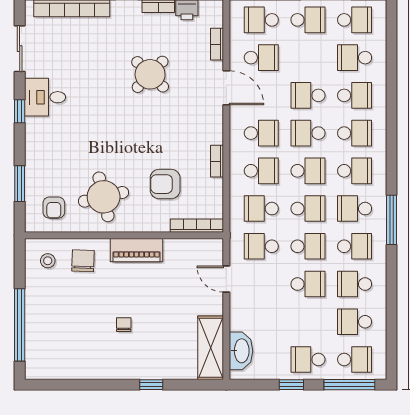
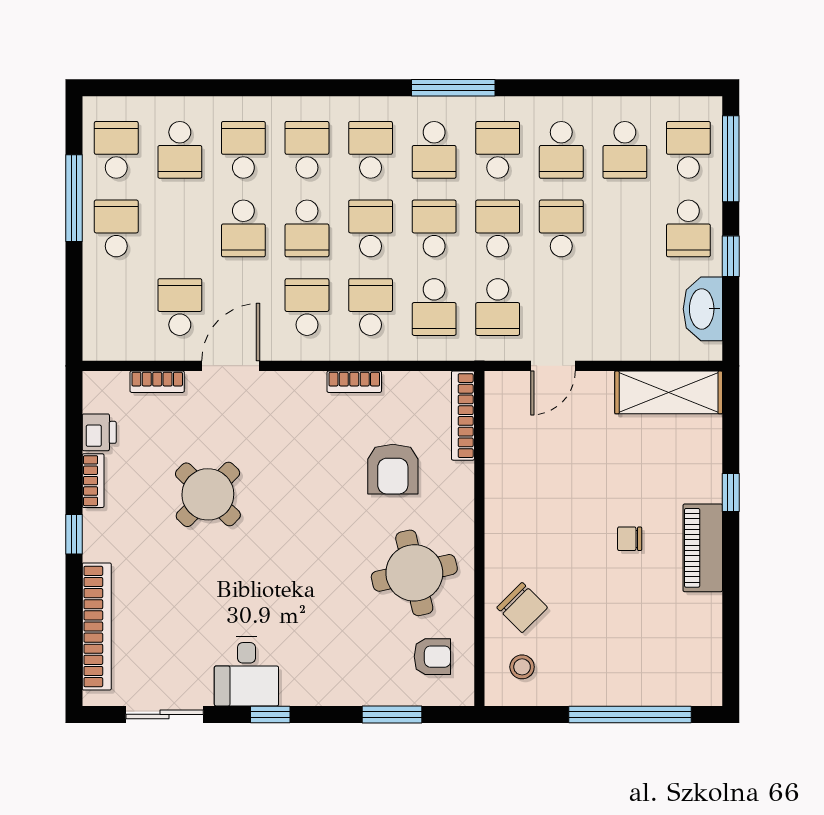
school desk: (261, 20) -> (116, 307), removed
piano: (137, 250) -> (703, 548), moved, turned 180
chair: (83, 261) -> (522, 608), turned -137
washbasin: (241, 351) -> (703, 309), moved, turned -90

